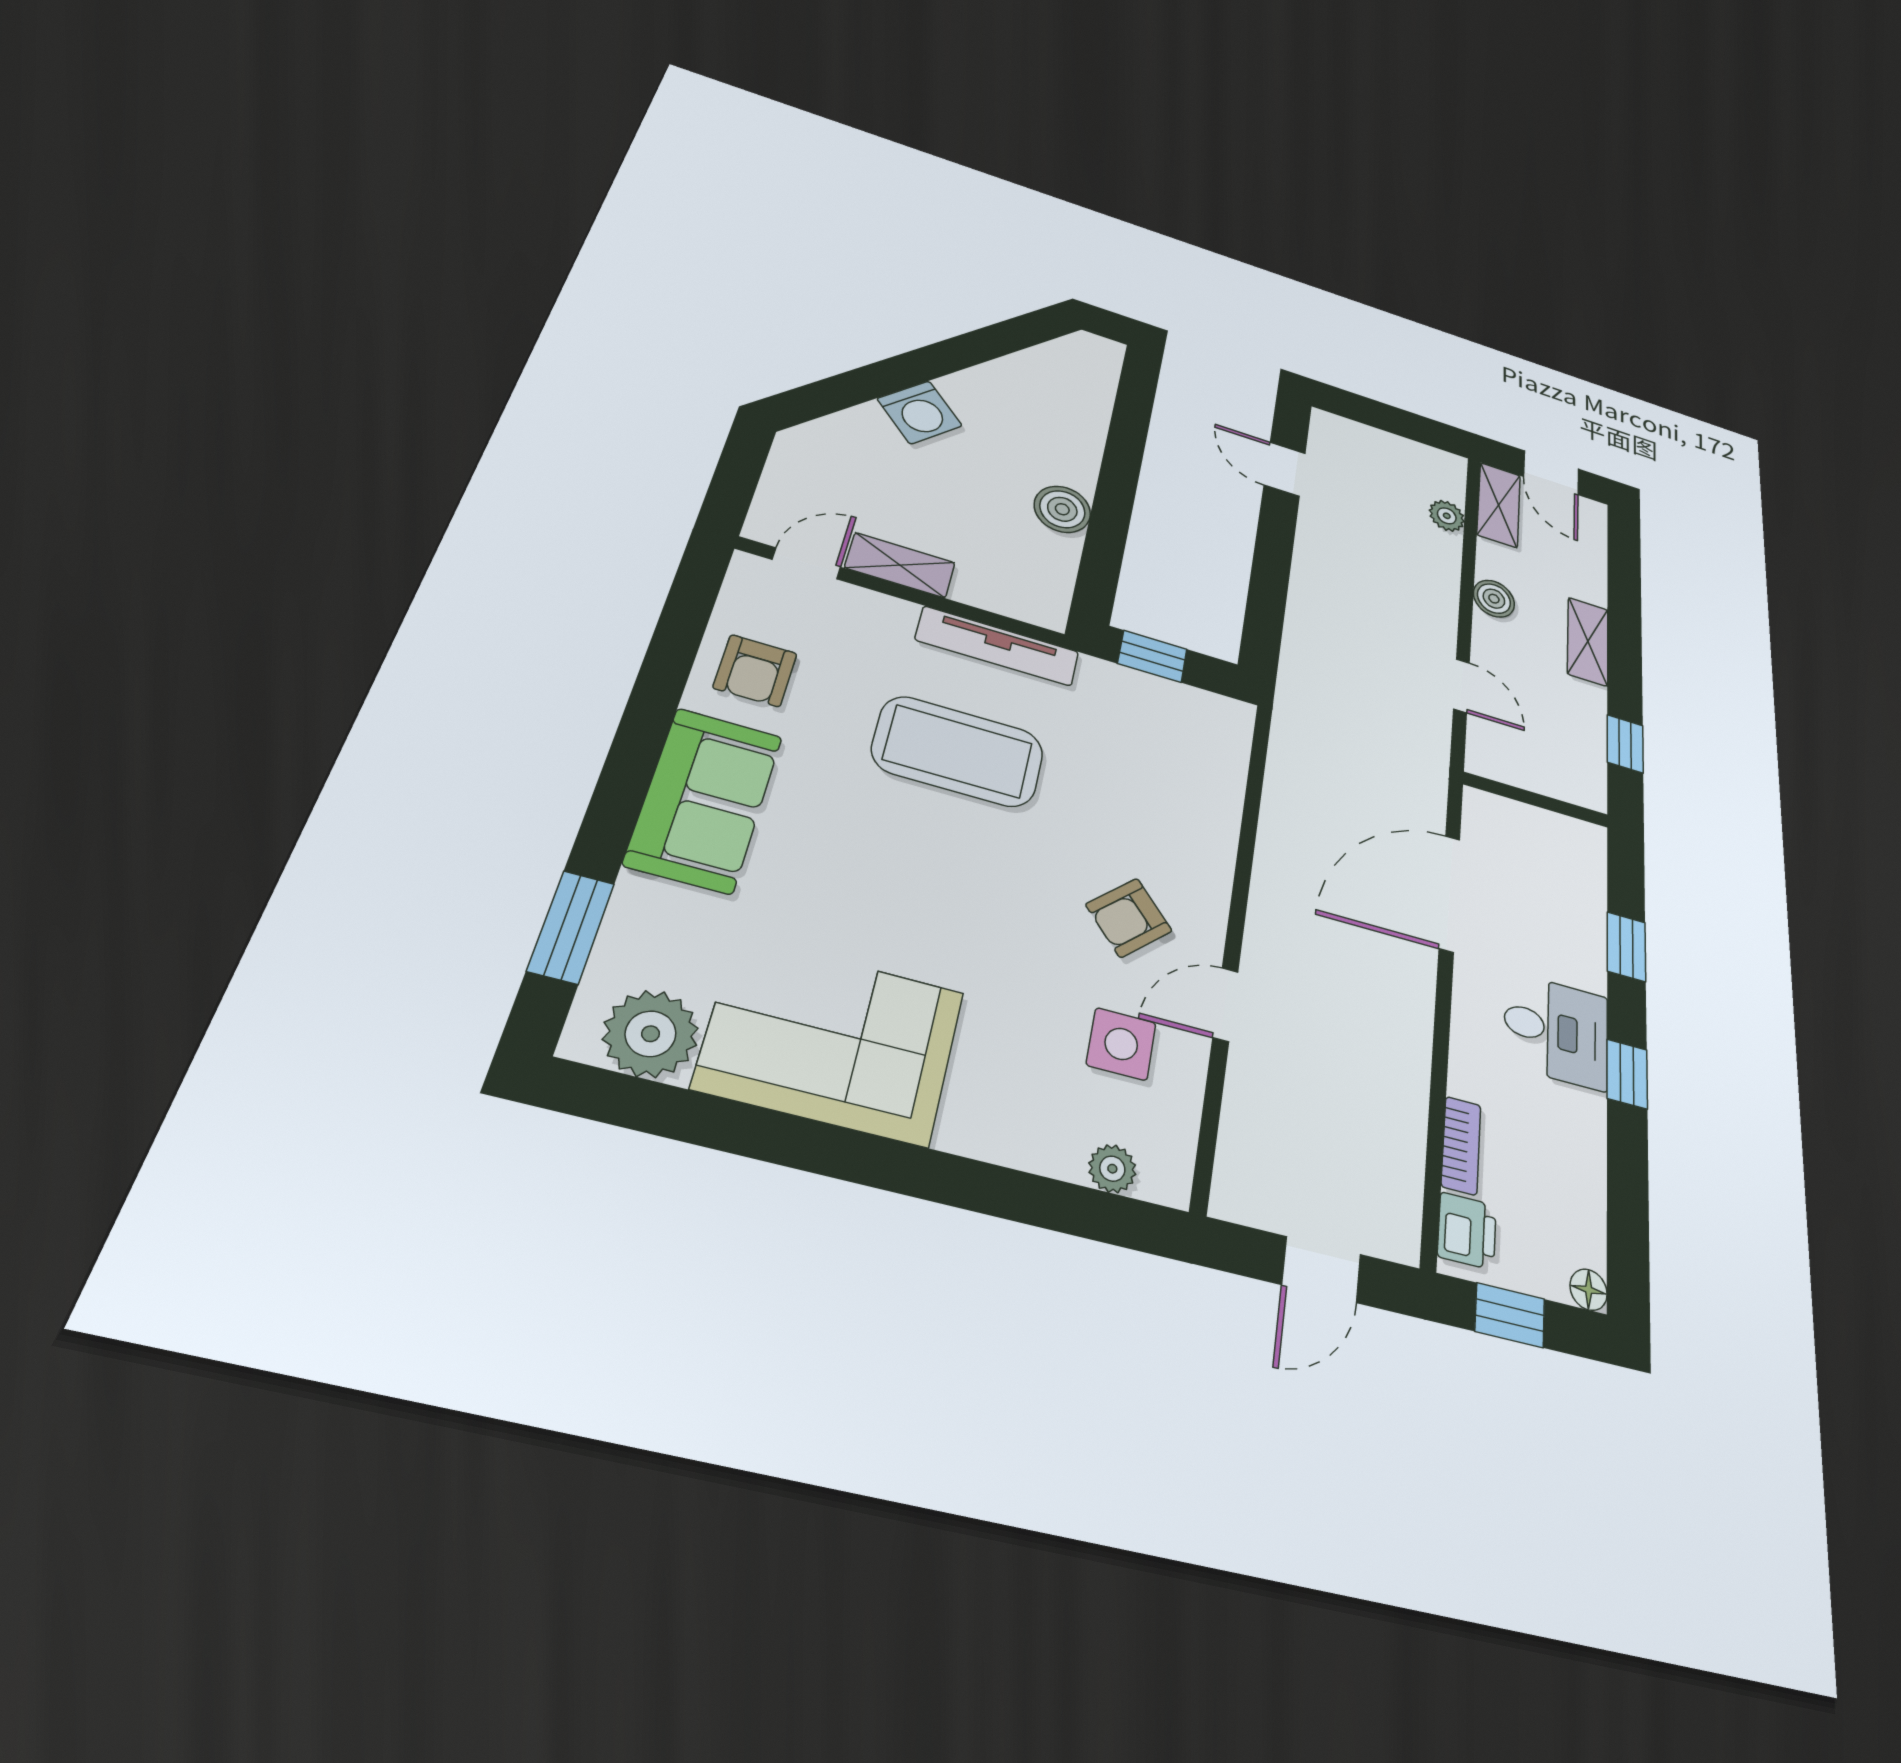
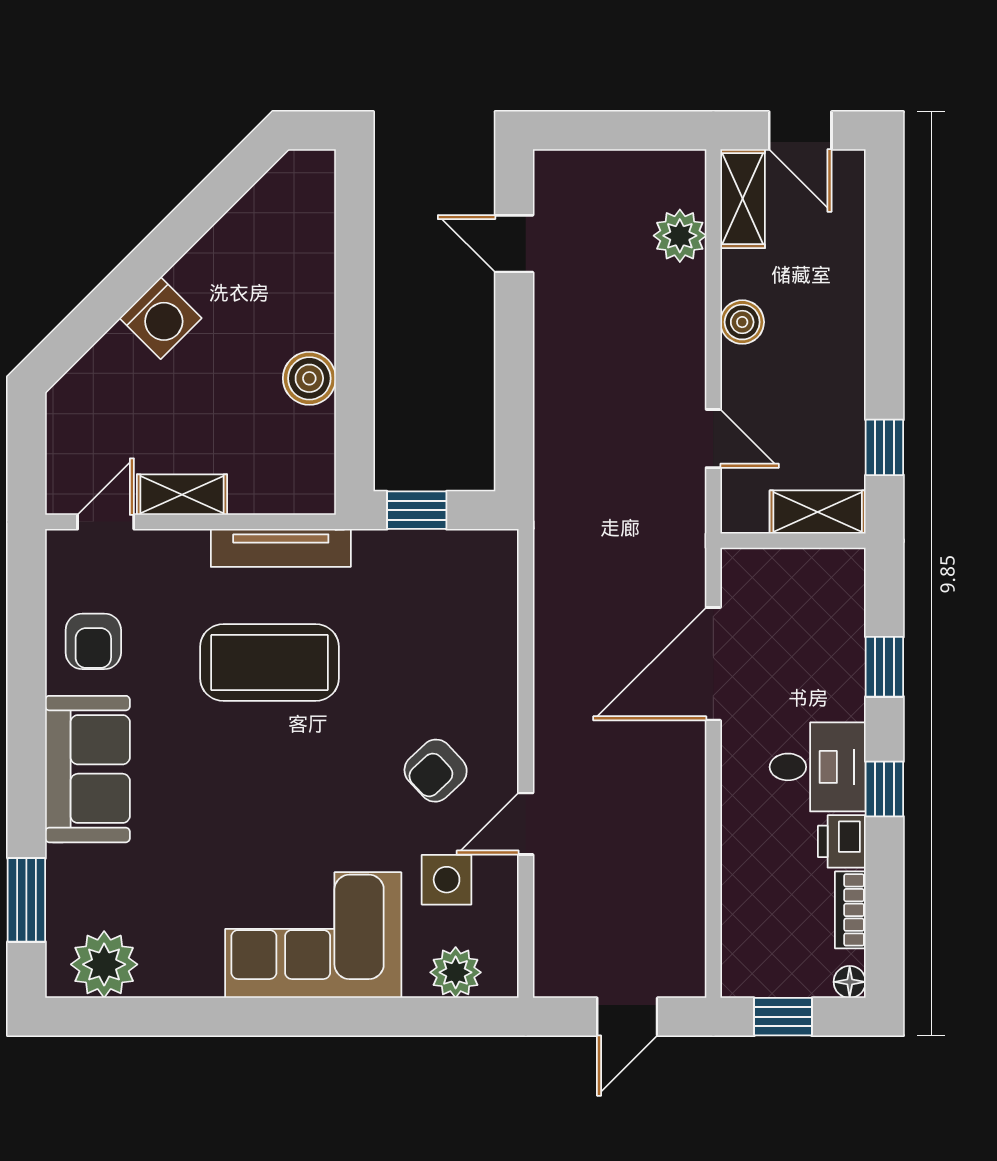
plant: (1447, 516) -> (680, 236), width x1.38, depth x1.38
shelving: (1588, 641) -> (818, 512), moved, turned 90
corner sofa: (831, 1040) -> (313, 935), moved
bookcase: (1461, 1145) -> (850, 910), moved, turned 180
plant: (1112, 1169) -> (456, 972), width x1.38, depth x1.38
printer: (1467, 1231) -> (842, 841), moved, turned 180

